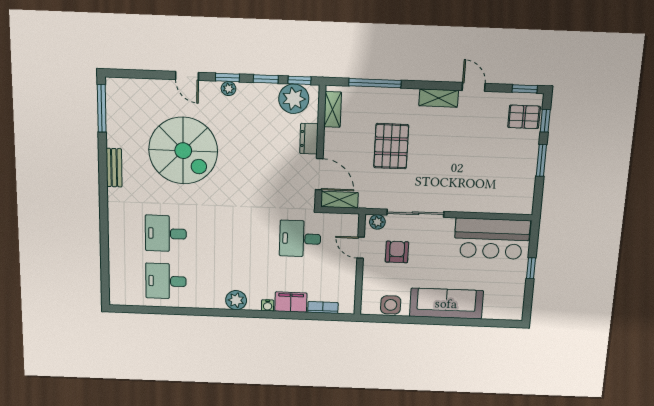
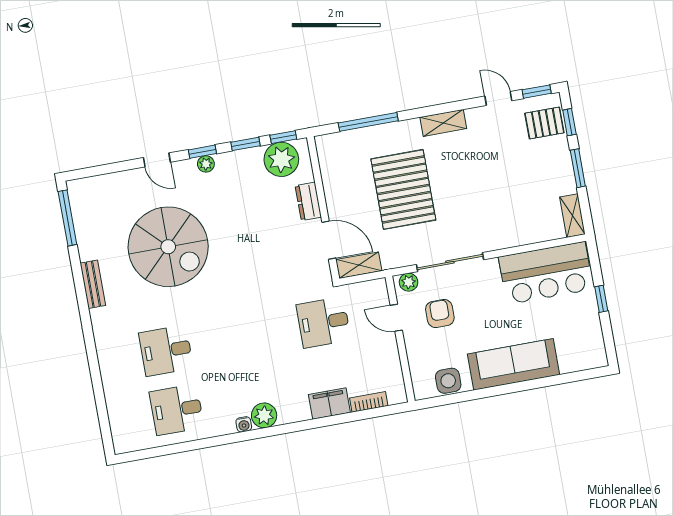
door: (474, 87) -> (498, 98), moved
shelving: (333, 109) -> (572, 216), moved
pallet: (391, 146) -> (403, 189), width x1.37, depth x1.41
water cooler: (268, 305) -> (244, 424), moved

